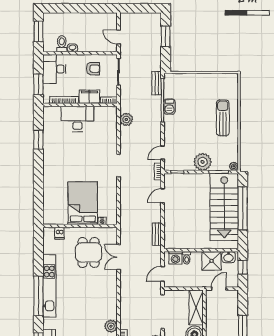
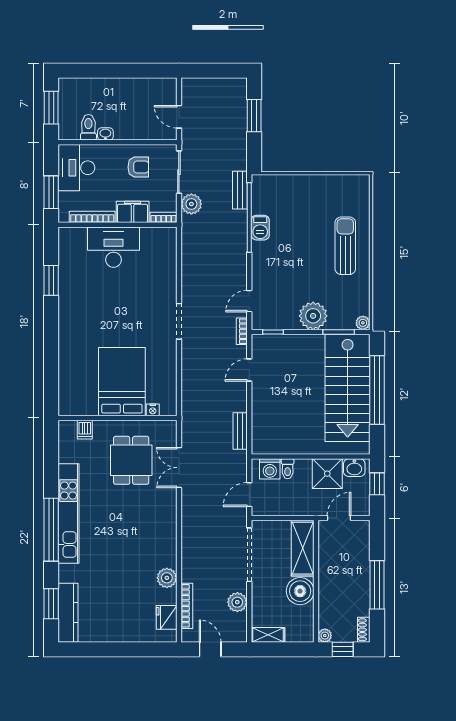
plant: (126, 119) -> (191, 204), moved

